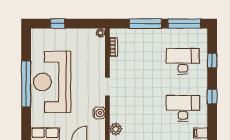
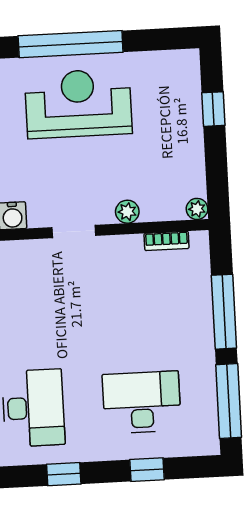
desk: (183, 61) -> (142, 402), turned -90
plant: (100, 63) -> (127, 212), added
reception desk: (52, 82) -> (78, 104), width x0.74, depth x0.77

